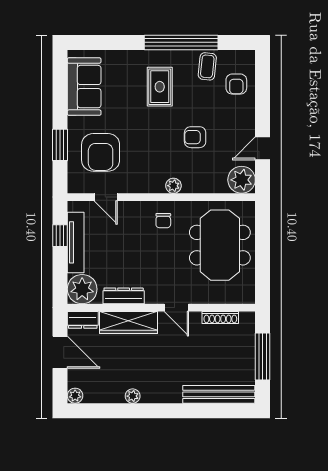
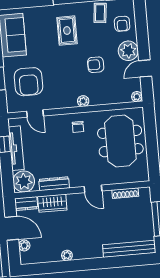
plant: (242, 122) -> (128, 51), added
plant: (242, 180) -> (137, 97), width x0.53, depth x0.53
wardrobe: (128, 322) -> (52, 203), width x0.67
plant: (75, 396) -> (24, 246), moved

